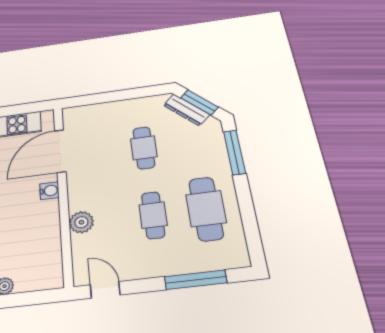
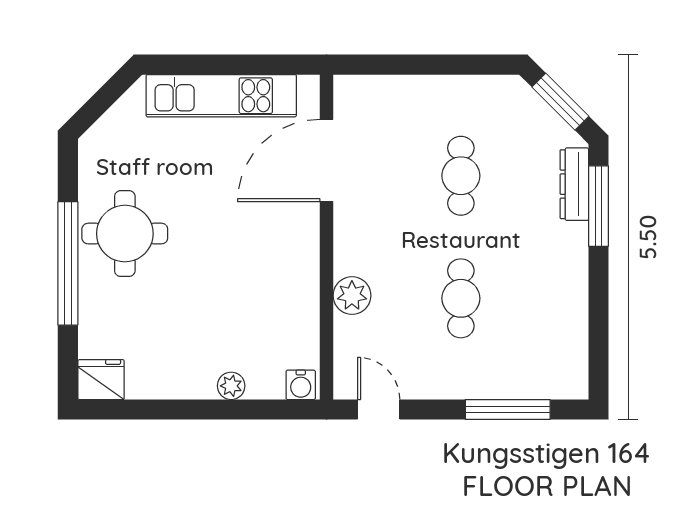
dresser: (186, 110) -> (574, 184), moved, turned 45
water cooler: (49, 191) -> (301, 385), moved, turned 90
cafe table: (206, 209) -> (540, 298), removed

